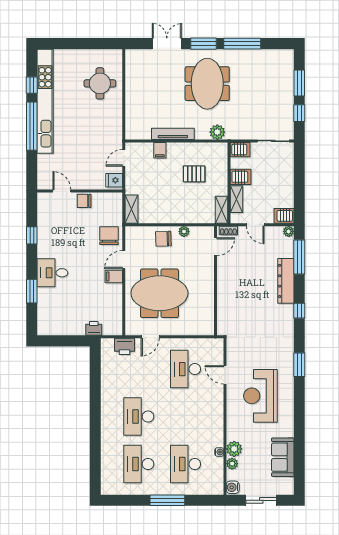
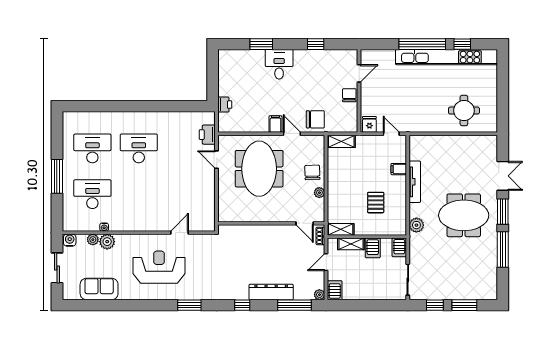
desk: (186, 369) -> (185, 194), removed

